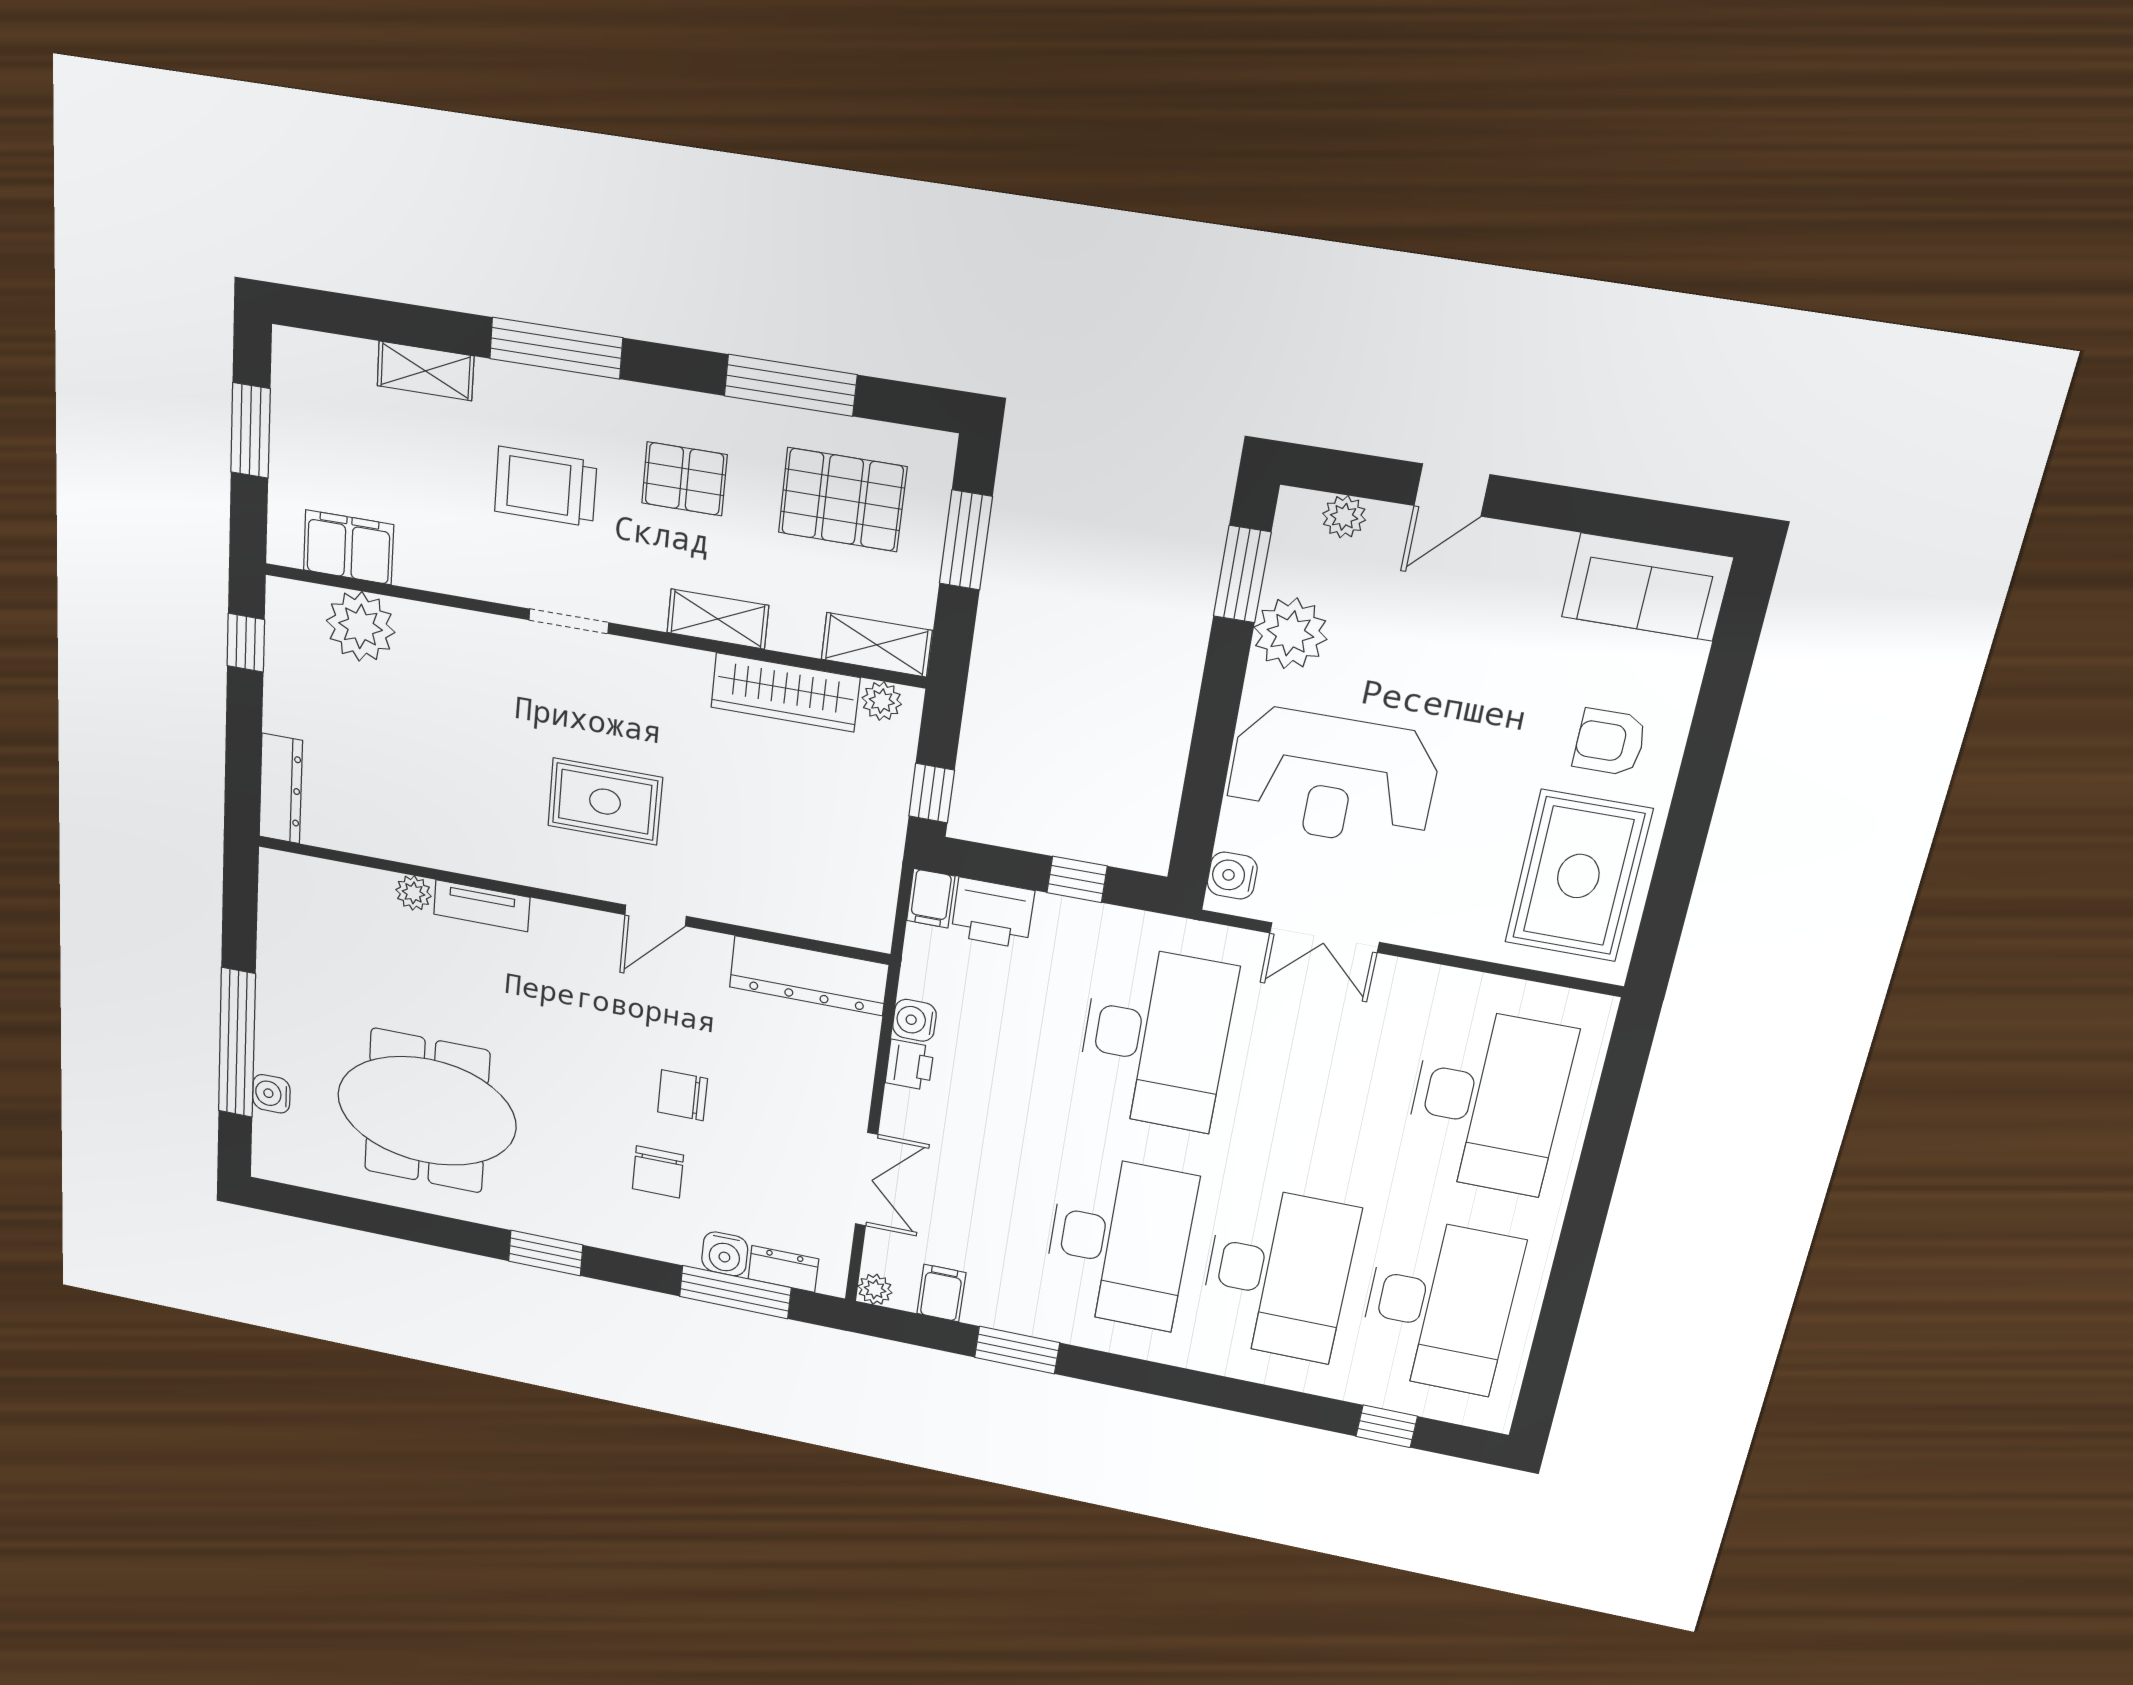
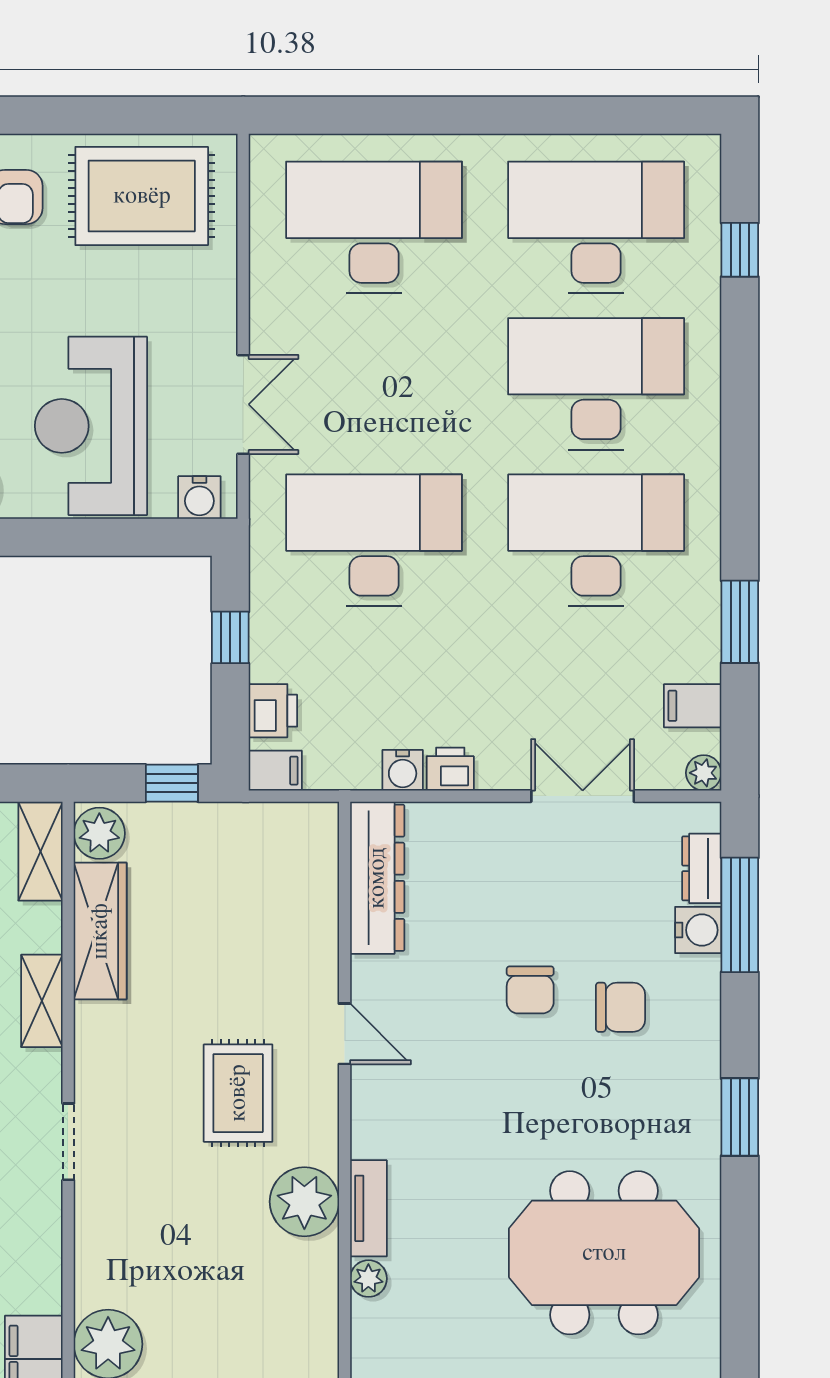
plant: (882, 701) -> (99, 833), width x1.38, depth x1.38
reception desk: (1332, 778) -> (91, 426), turned 180
plant: (492, 846) -> (304, 1202), added
printer: (993, 913) -> (273, 711), width x0.73, depth x0.81
meeting table: (427, 1111) -> (604, 1253), turned 90

